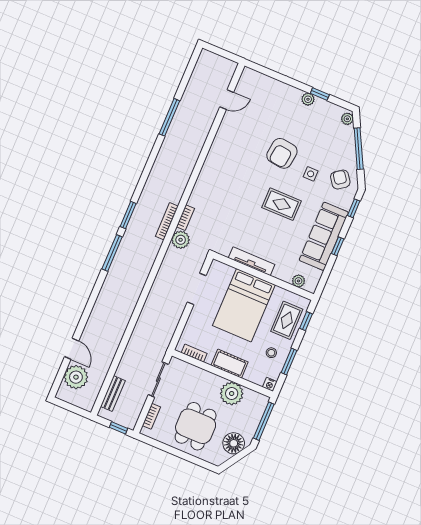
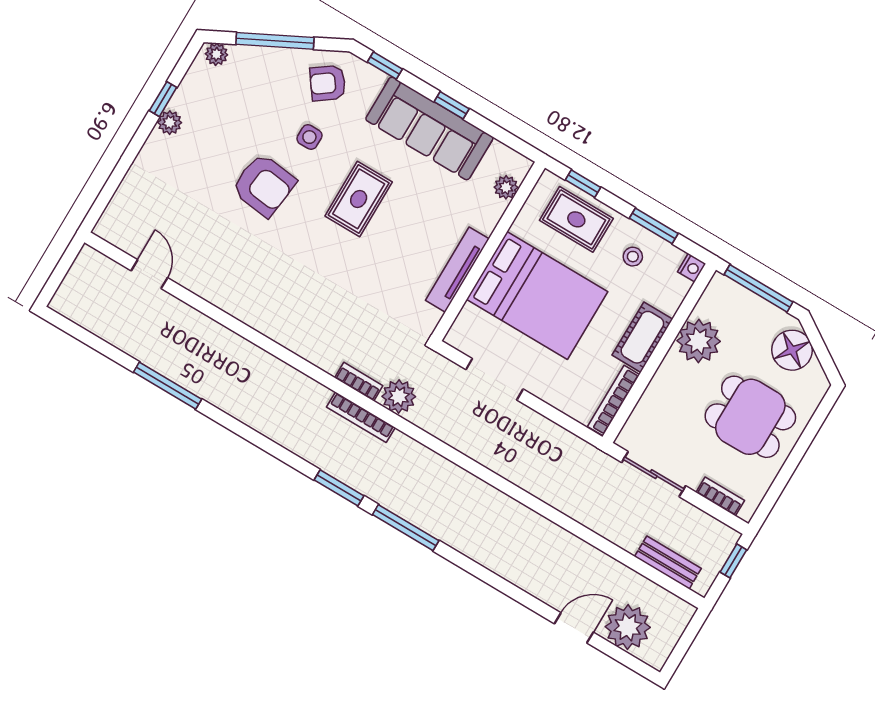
bookcase: (194, 353) -> (614, 401), width x1.56

